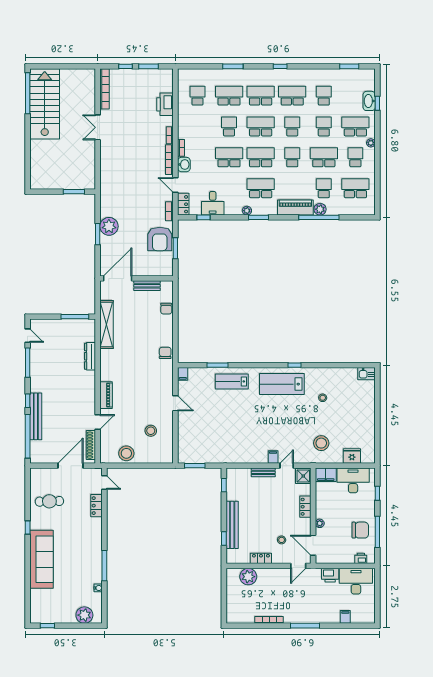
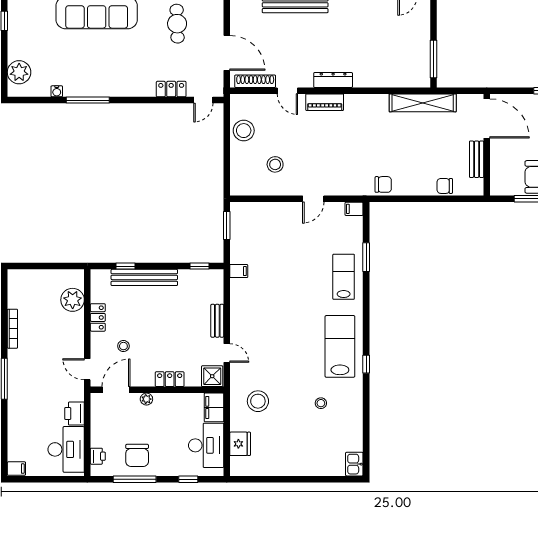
dresser: (90, 356) -> (333, 80), moved
filing cabinet: (273, 457) -> (239, 271), moved
filing cabinet: (345, 617) -> (16, 469), moved

